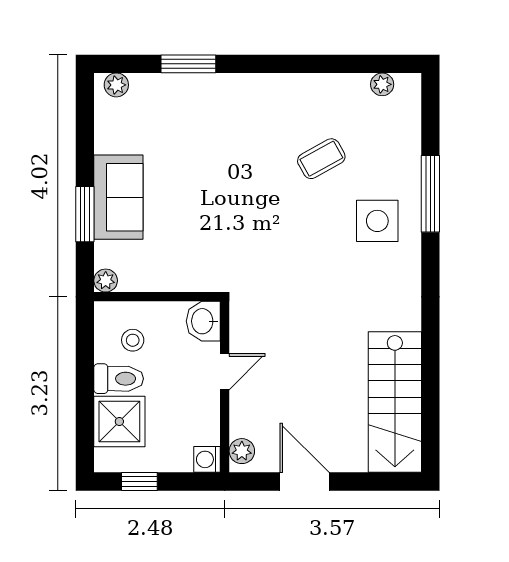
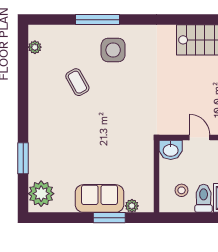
plant: (116, 85) -> (41, 194), width x1.87, depth x1.87
plant: (106, 281) -> (132, 206), moved

